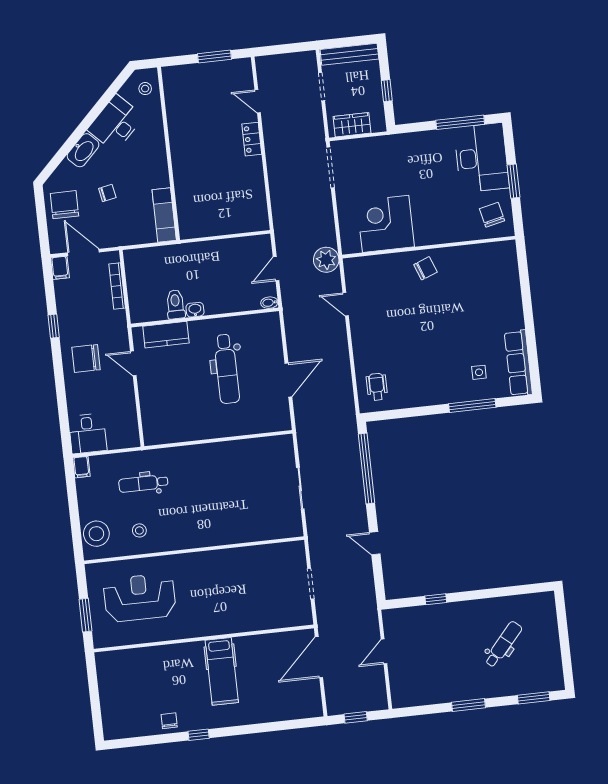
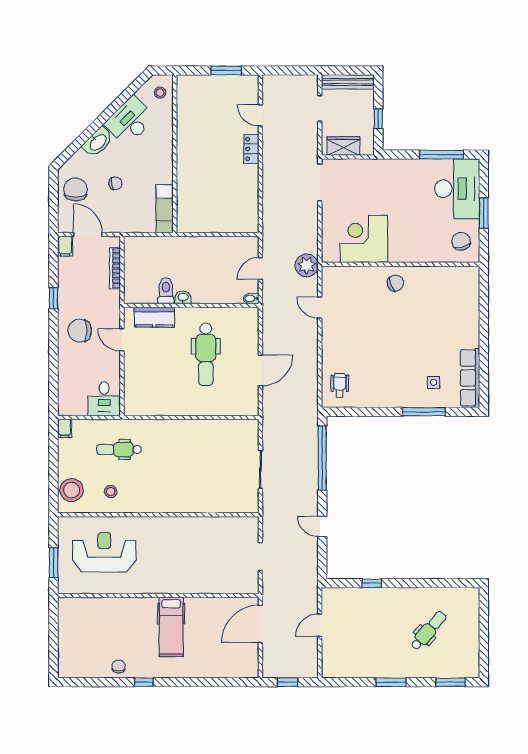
desk: (88, 434) -> (104, 399), moved

